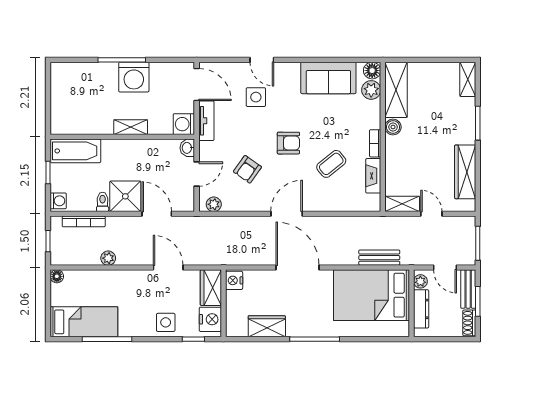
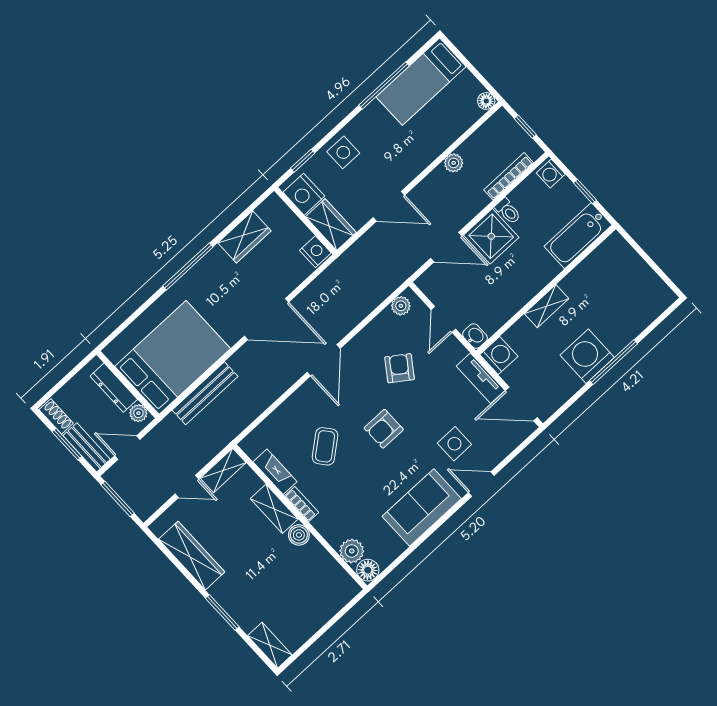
sofa: (328, 78) -> (422, 508), moved
shelving: (396, 90) -> (274, 509), moved, width x0.67, depth x0.75
bench: (379, 258) -> (205, 393), width x1.36

